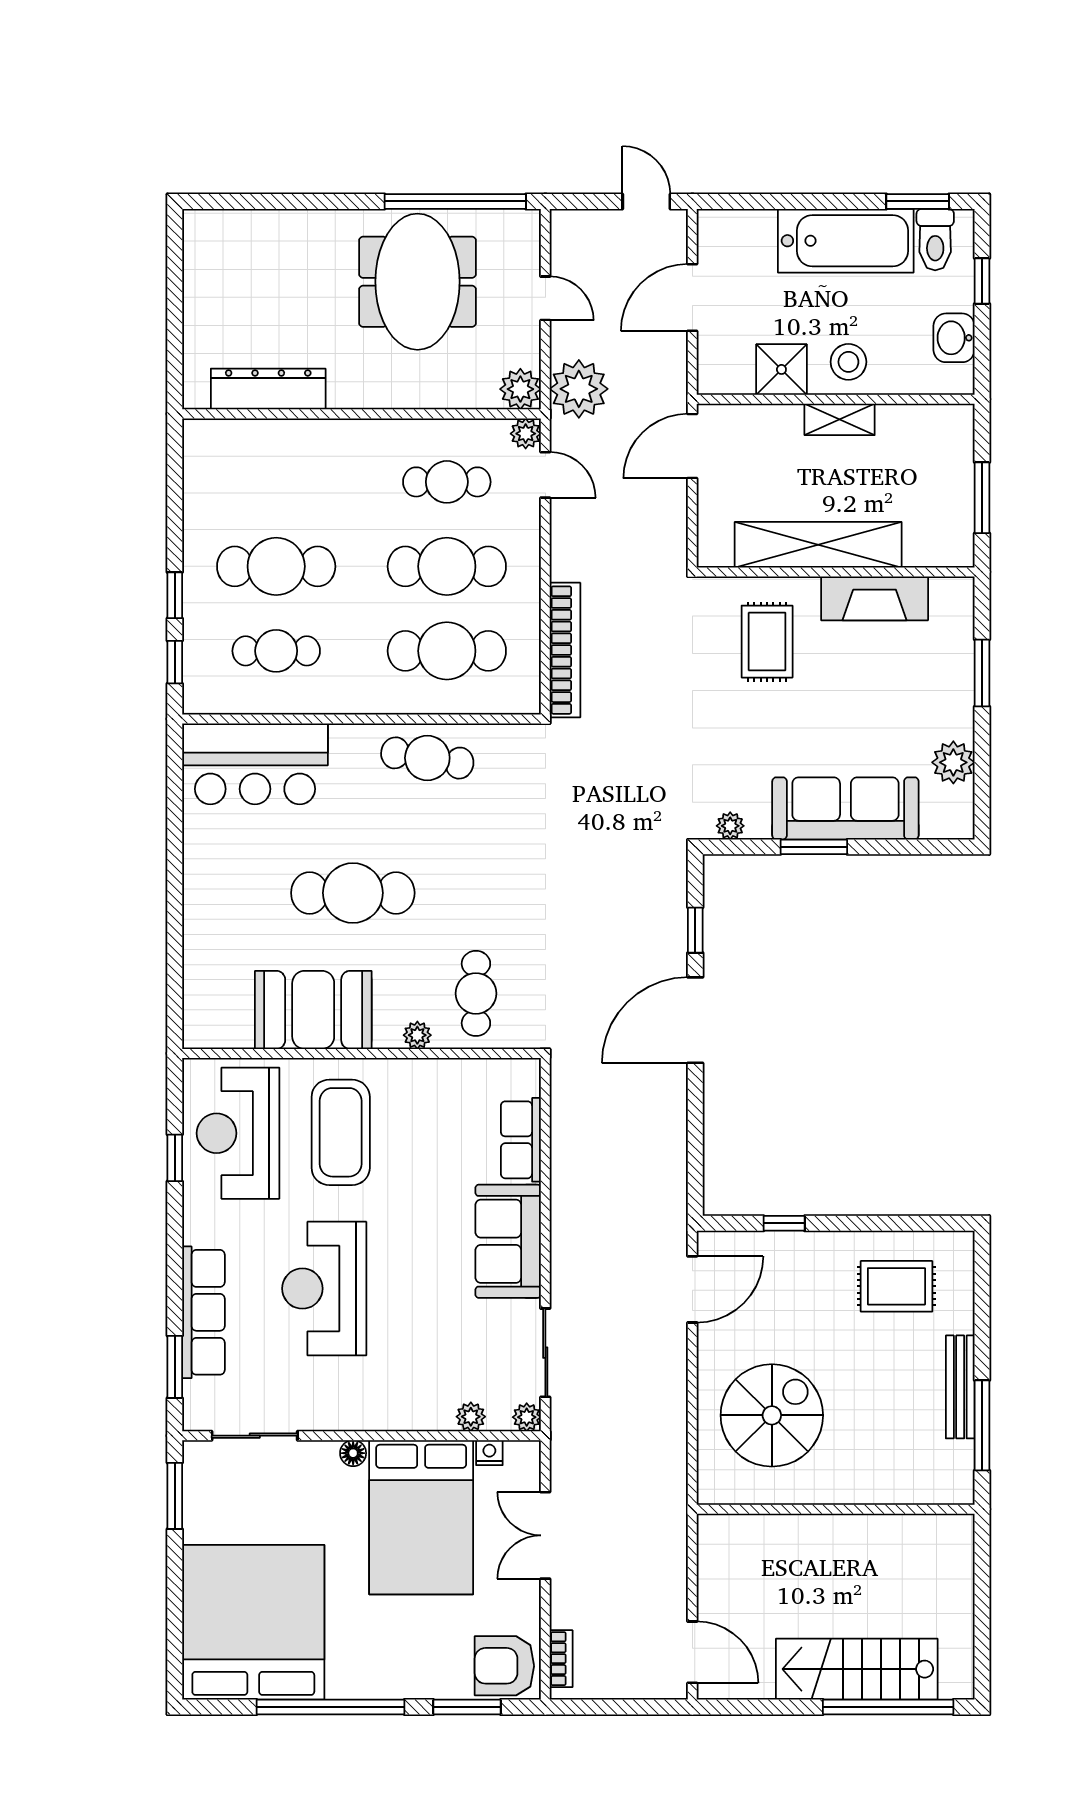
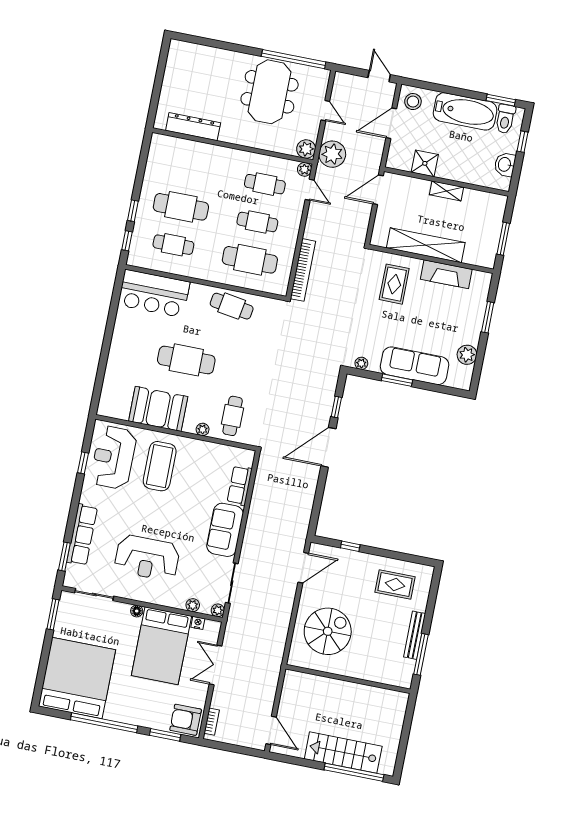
stool: (848, 362) -> (413, 102), moved
cafe table: (447, 566) -> (257, 222), width x0.73, depth x0.74
reception desk: (324, 1289) -> (147, 558), moved, turned -90

